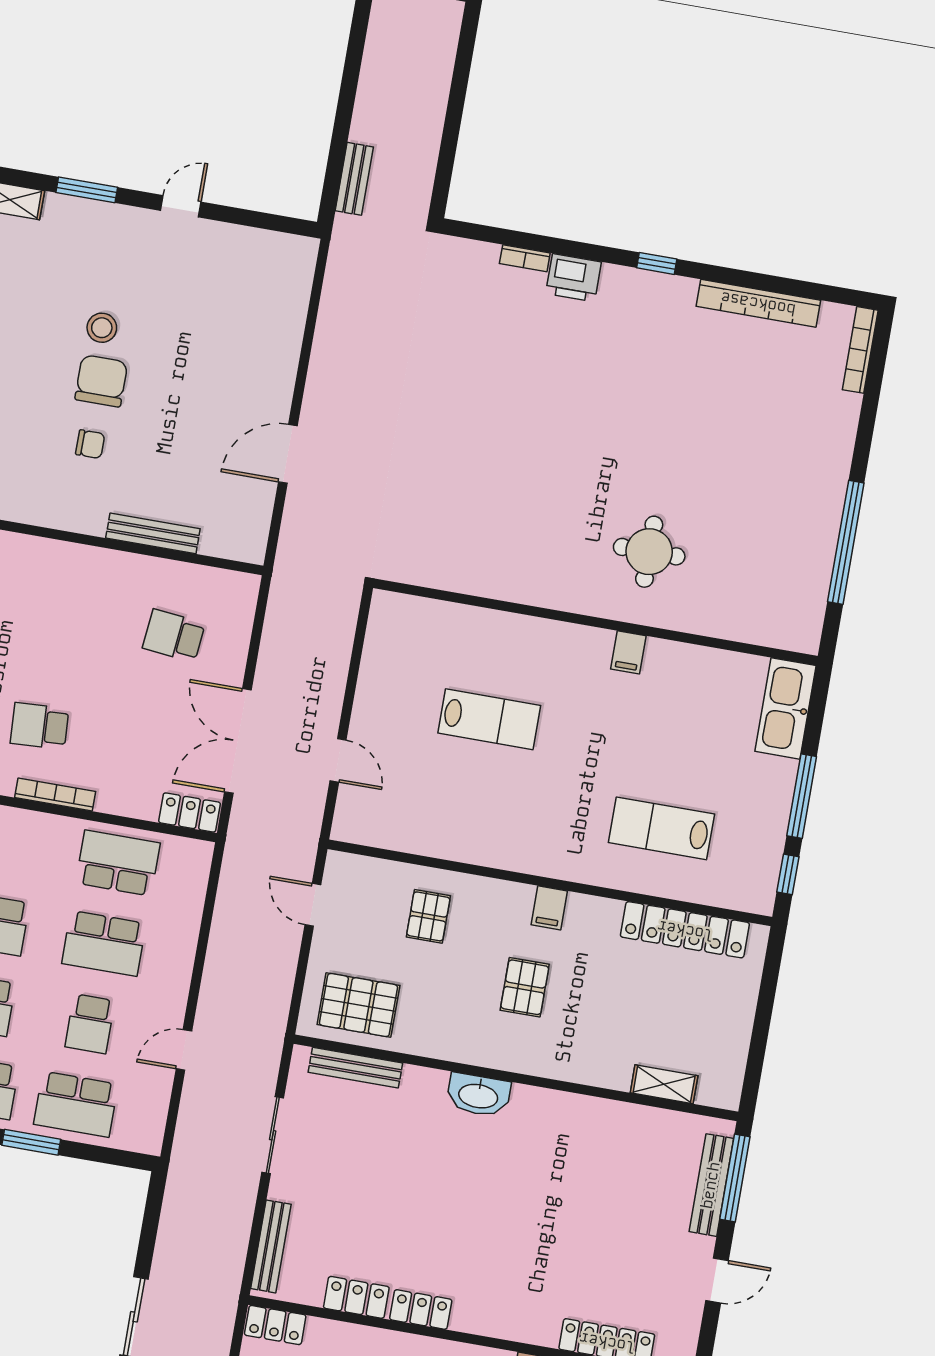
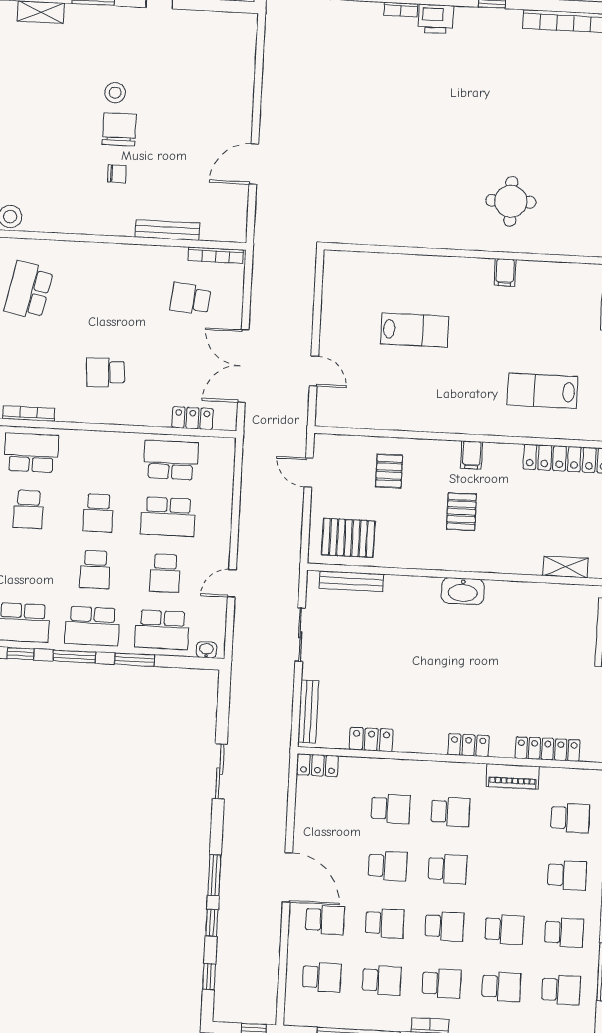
bookcase: (55, 794) -> (216, 255), moved, turned 180
locker: (190, 812) -> (192, 418), moved
washbasin: (478, 1095) -> (463, 591), moved
washbasin: (136, 1141) -> (206, 650), added
locker: (421, 1309) -> (468, 745), moved

